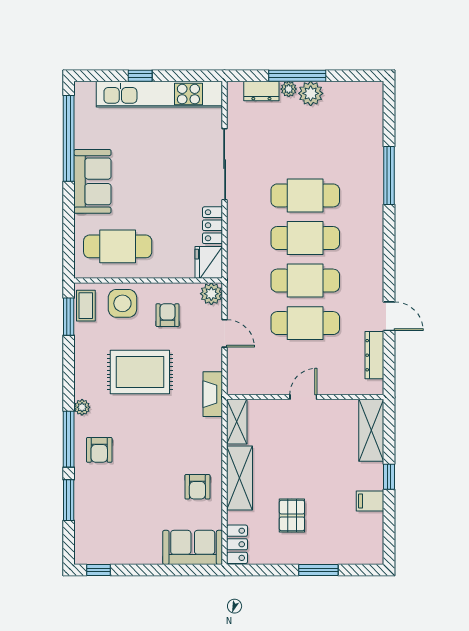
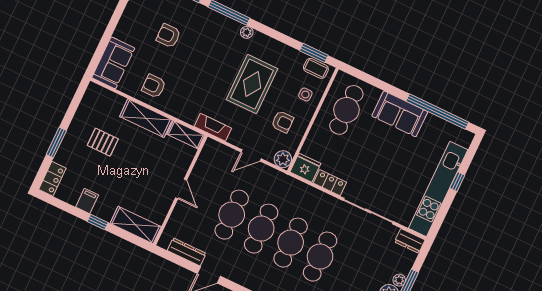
dresser: (261, 91) -> (410, 241), moved, turned -90
side table: (122, 303) -> (305, 94), width x0.54, depth x0.54
armchair: (99, 450) -> (168, 36), moved
locker: (237, 544) -> (52, 179), moved, turned -90

